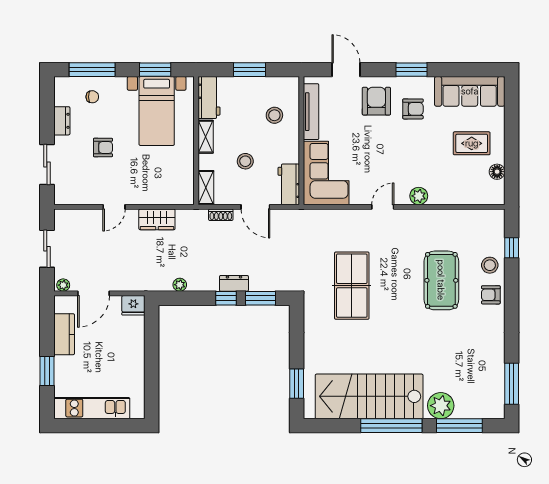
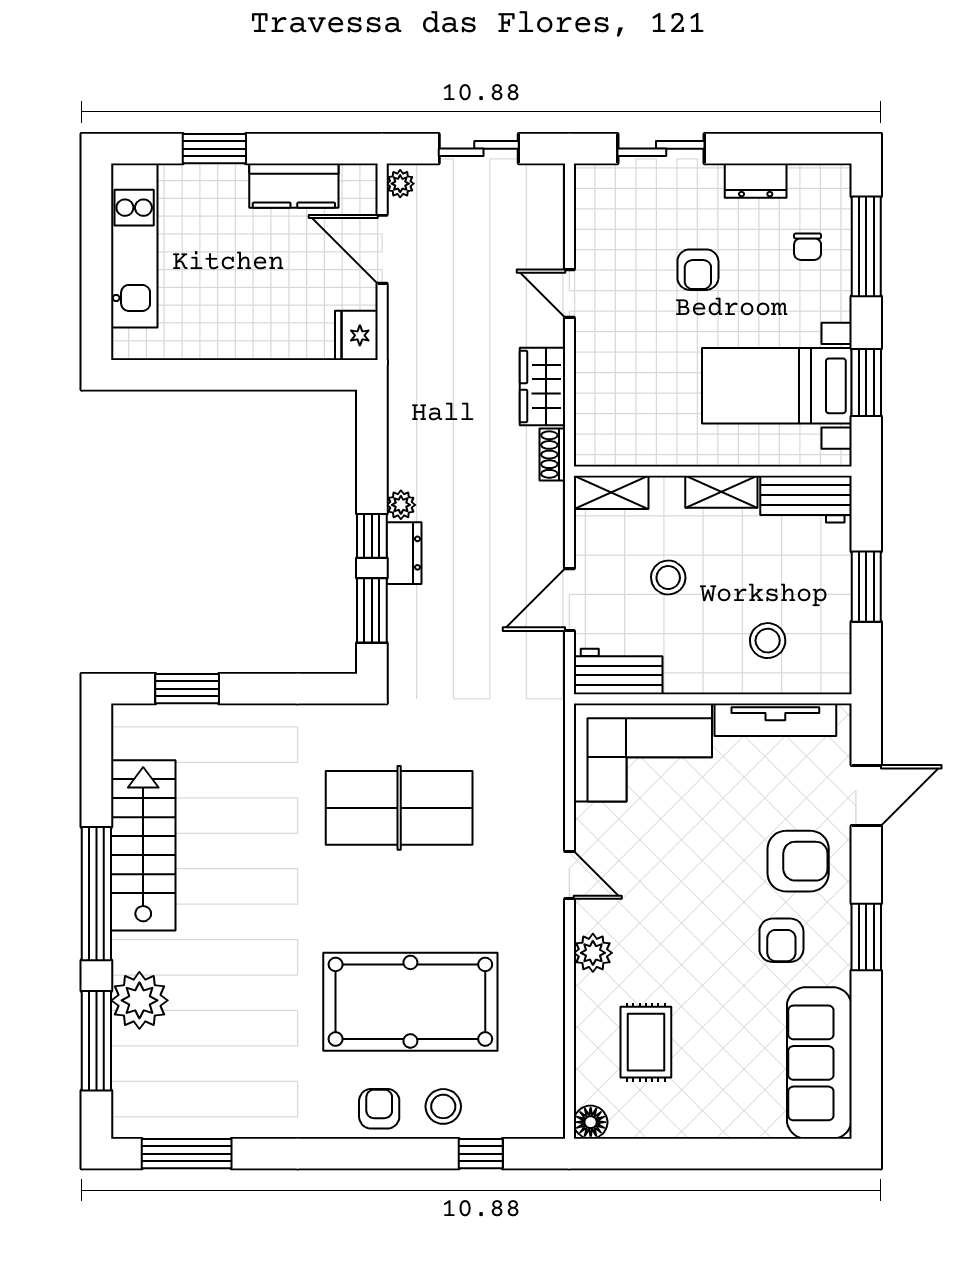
rug: (472, 143) -> (646, 1042), moved
floor lamp: (497, 172) -> (591, 1122), moved
shoe rack: (221, 215) -> (552, 455), moved
pool table: (441, 280) -> (410, 1002), width x1.36, depth x1.32
plant: (180, 285) -> (401, 505), moved
stairs: (369, 396) -> (143, 845), width x0.73, depth x0.66

